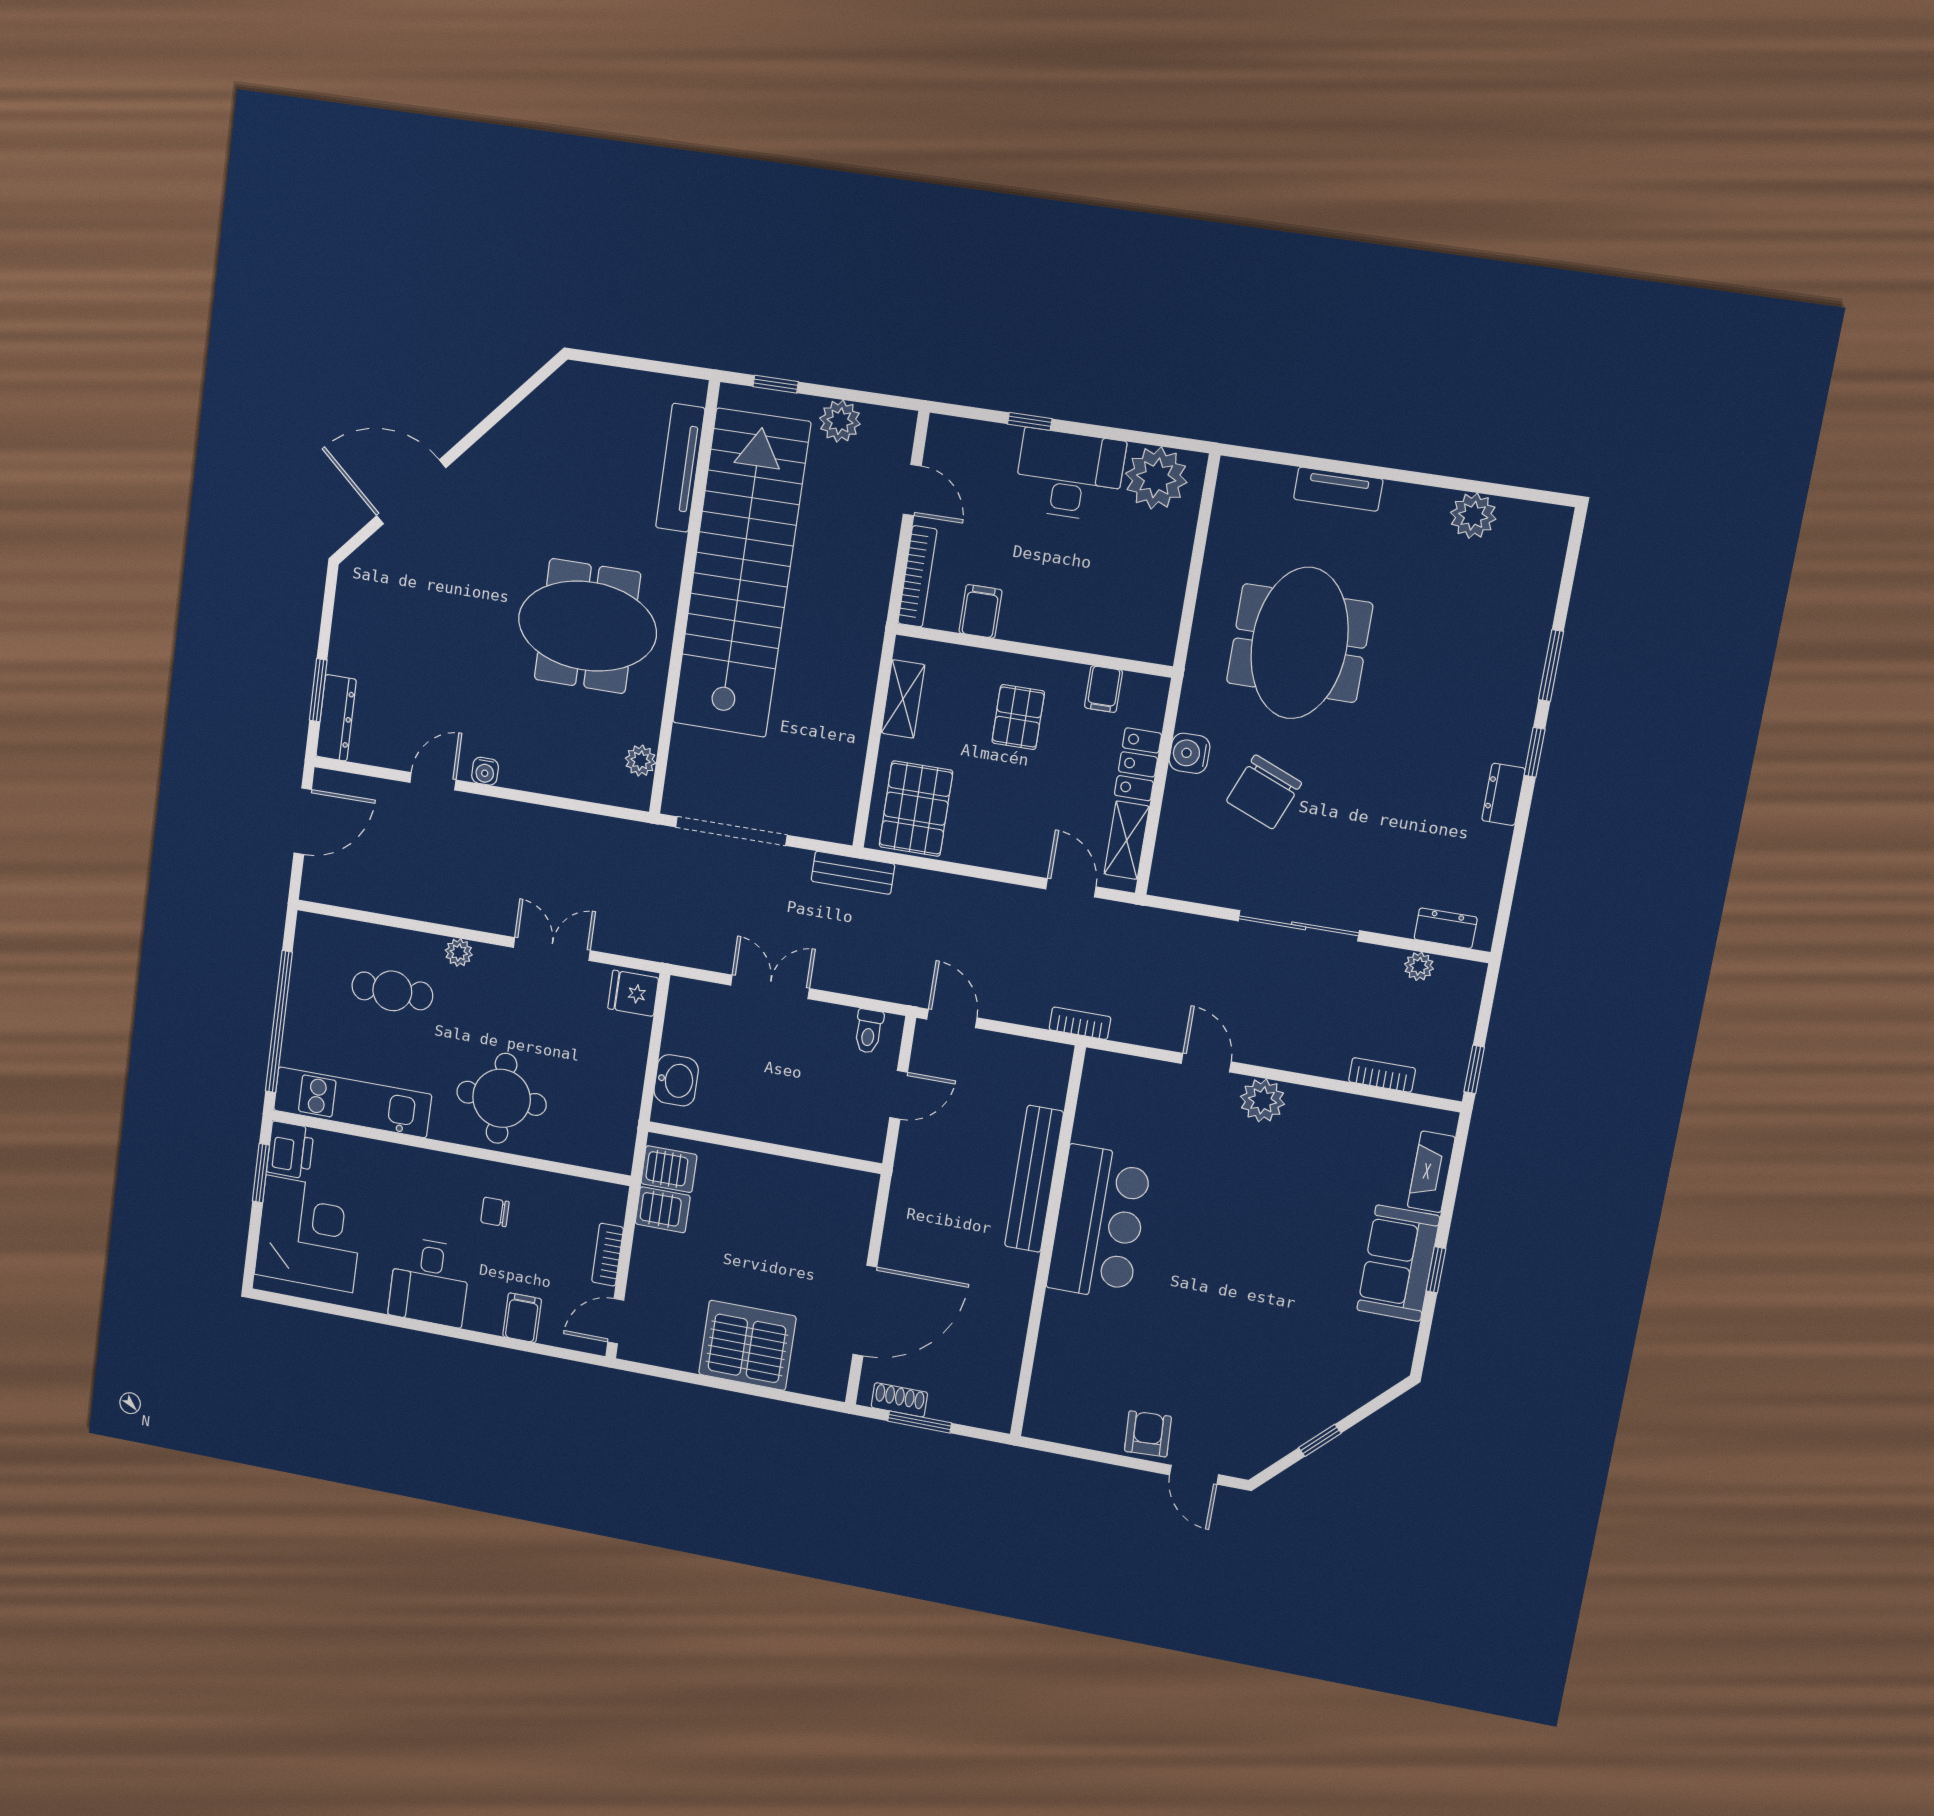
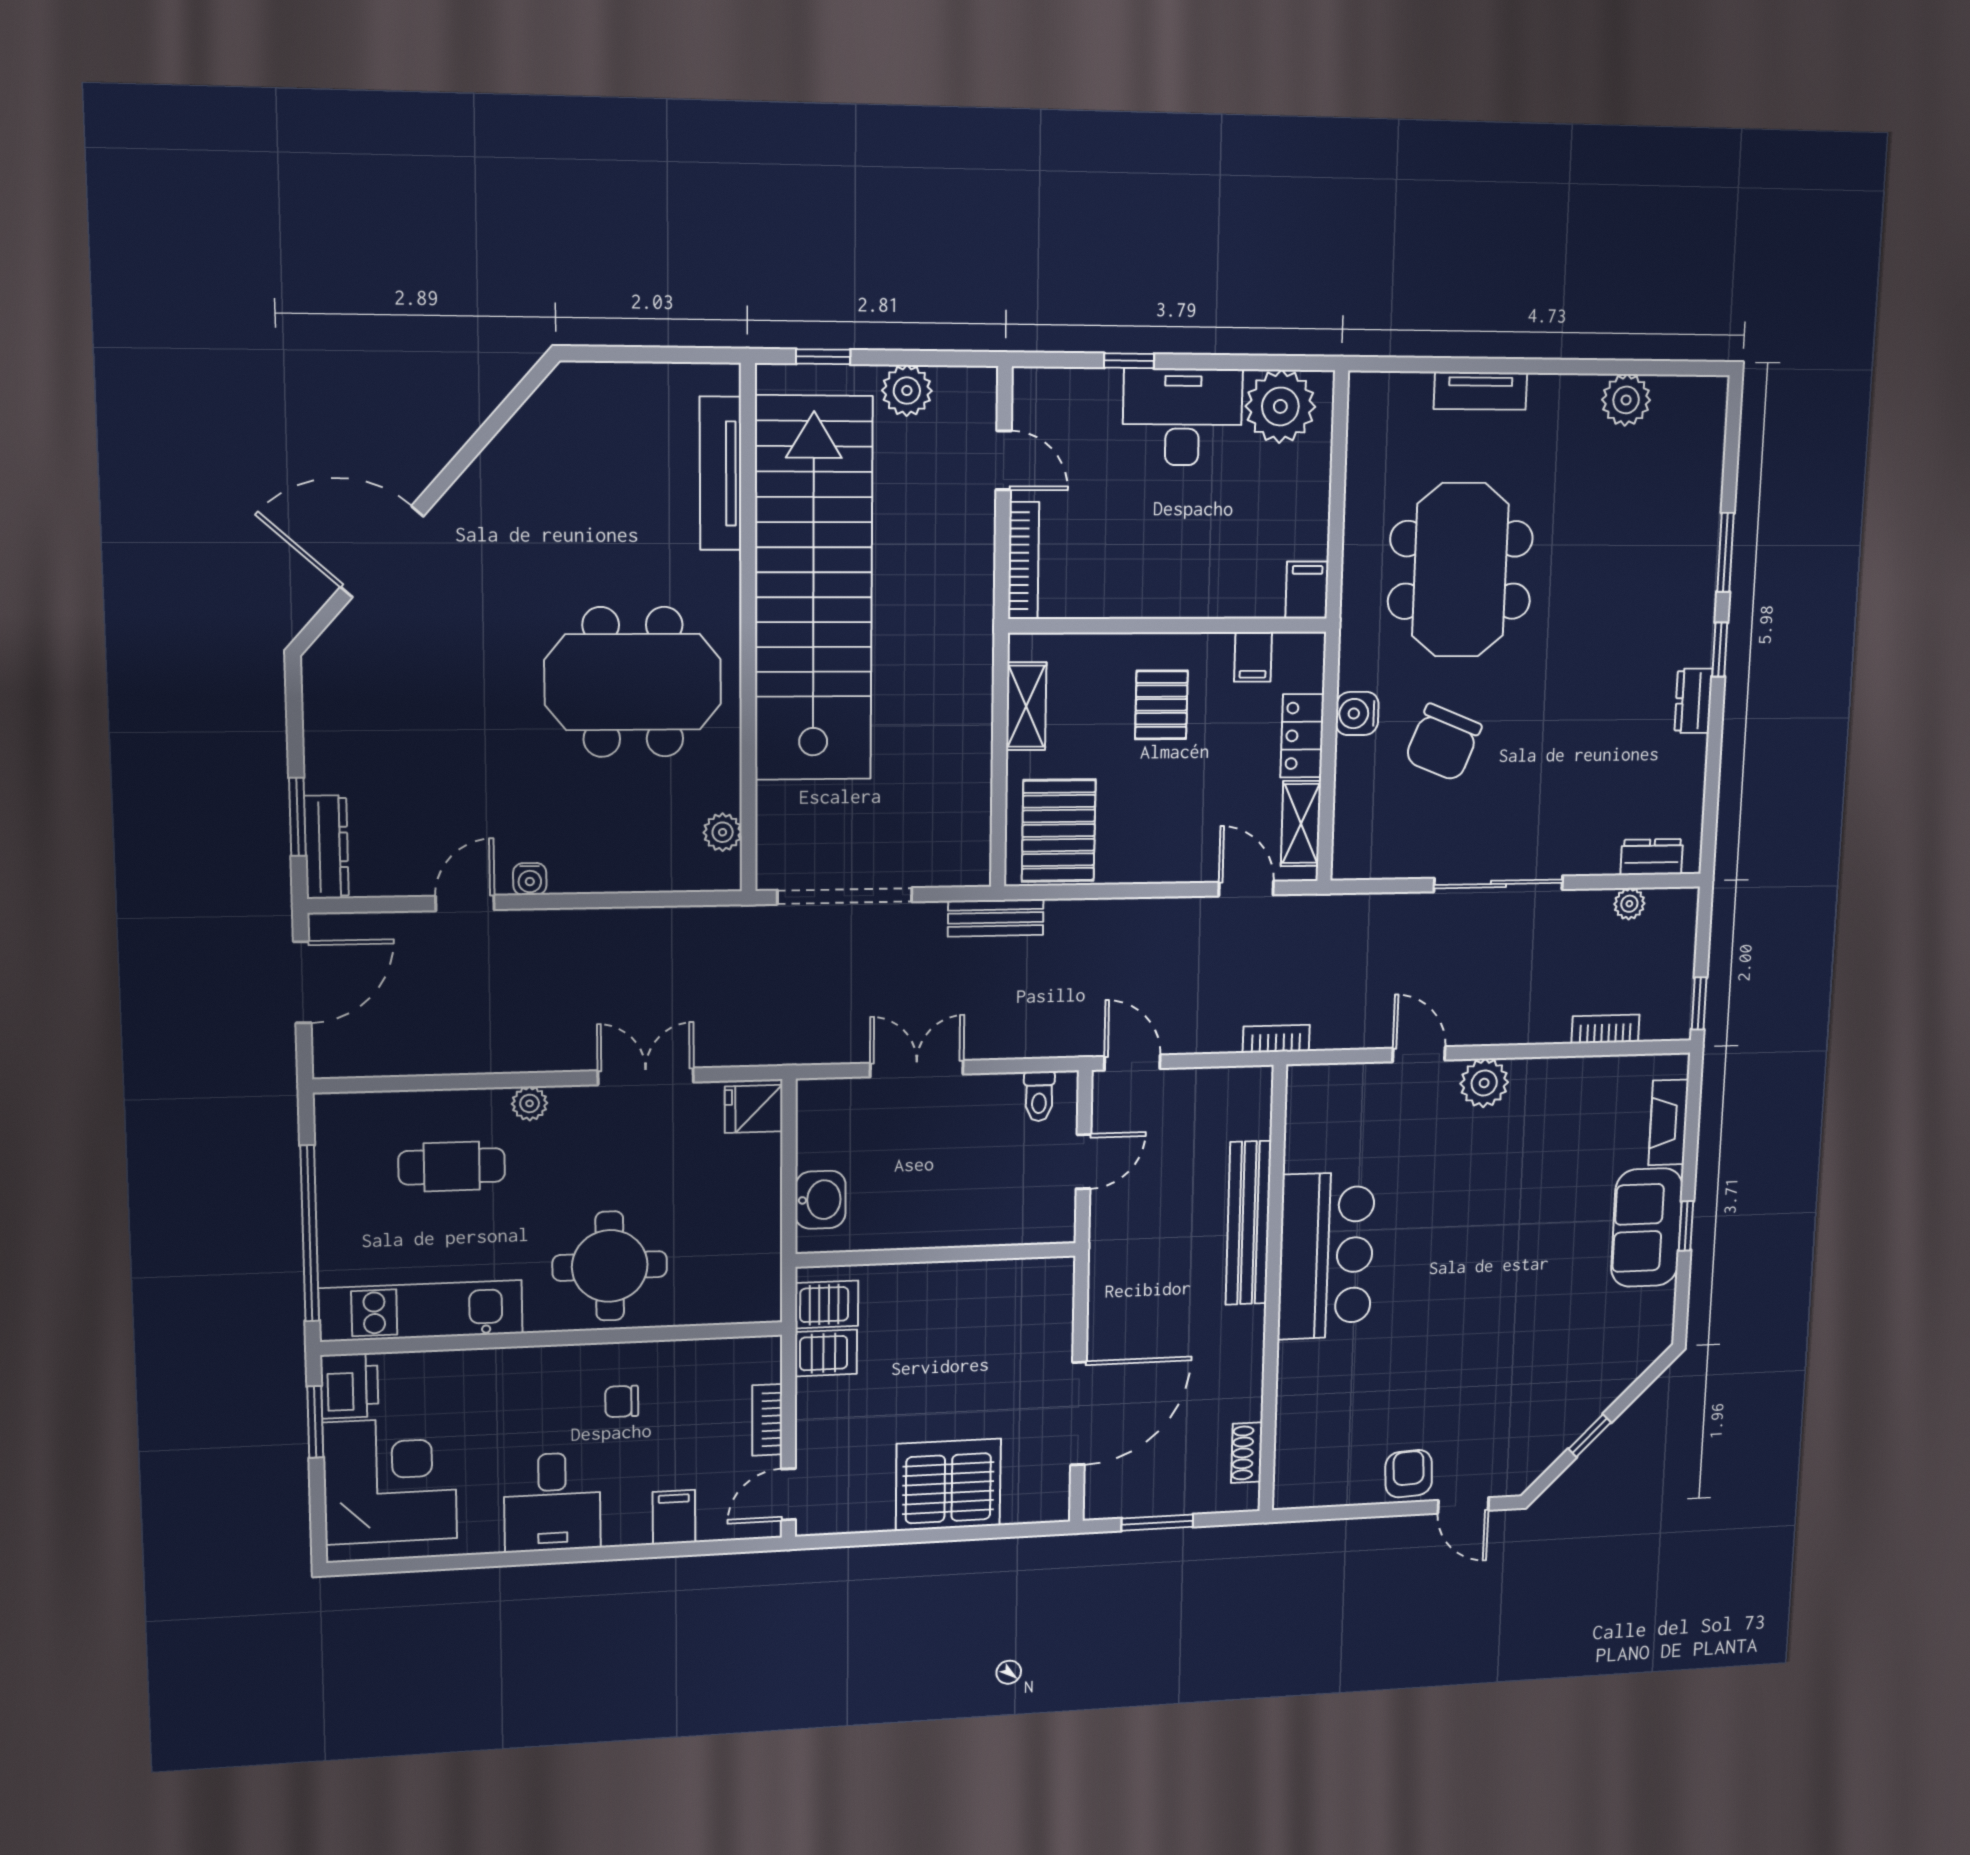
filing cabinet: (981, 611) -> (1307, 590), moved
shoe rack: (899, 1400) -> (1247, 1453), moved, turned -90

